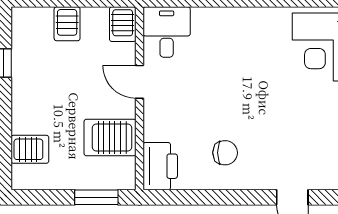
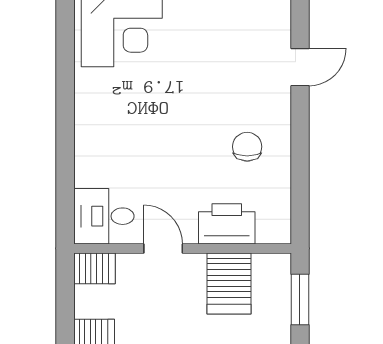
door: (139, 82) -> (163, 248), swing flipped
printer: (160, 166) -> (227, 224), moved

